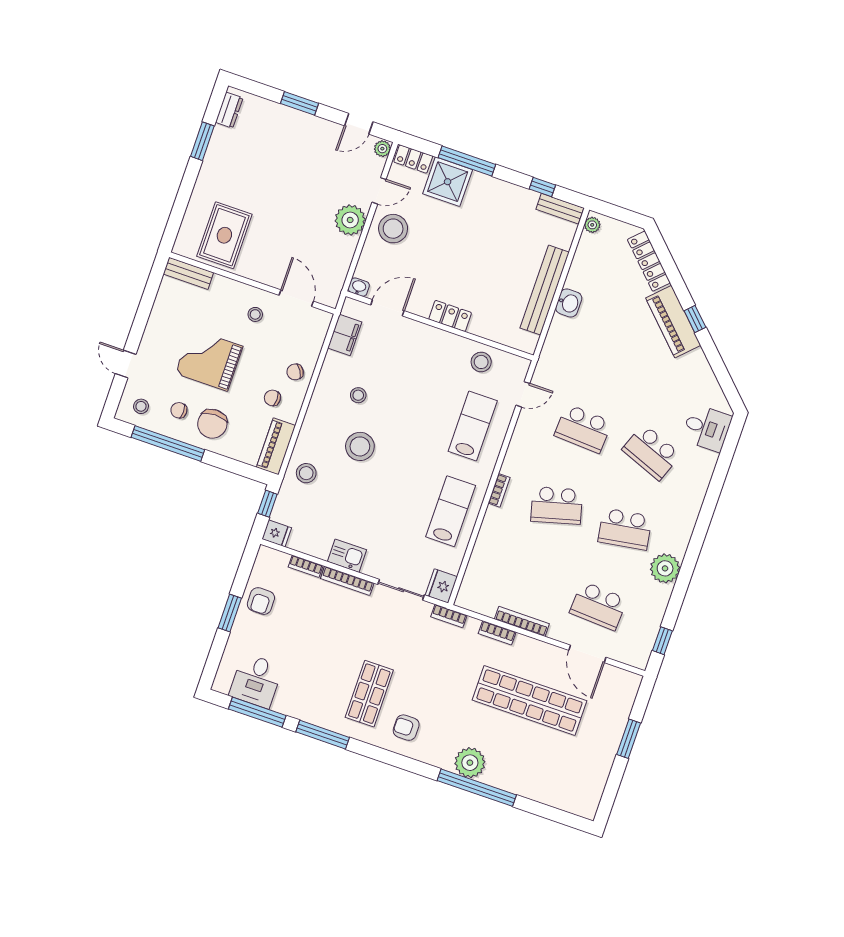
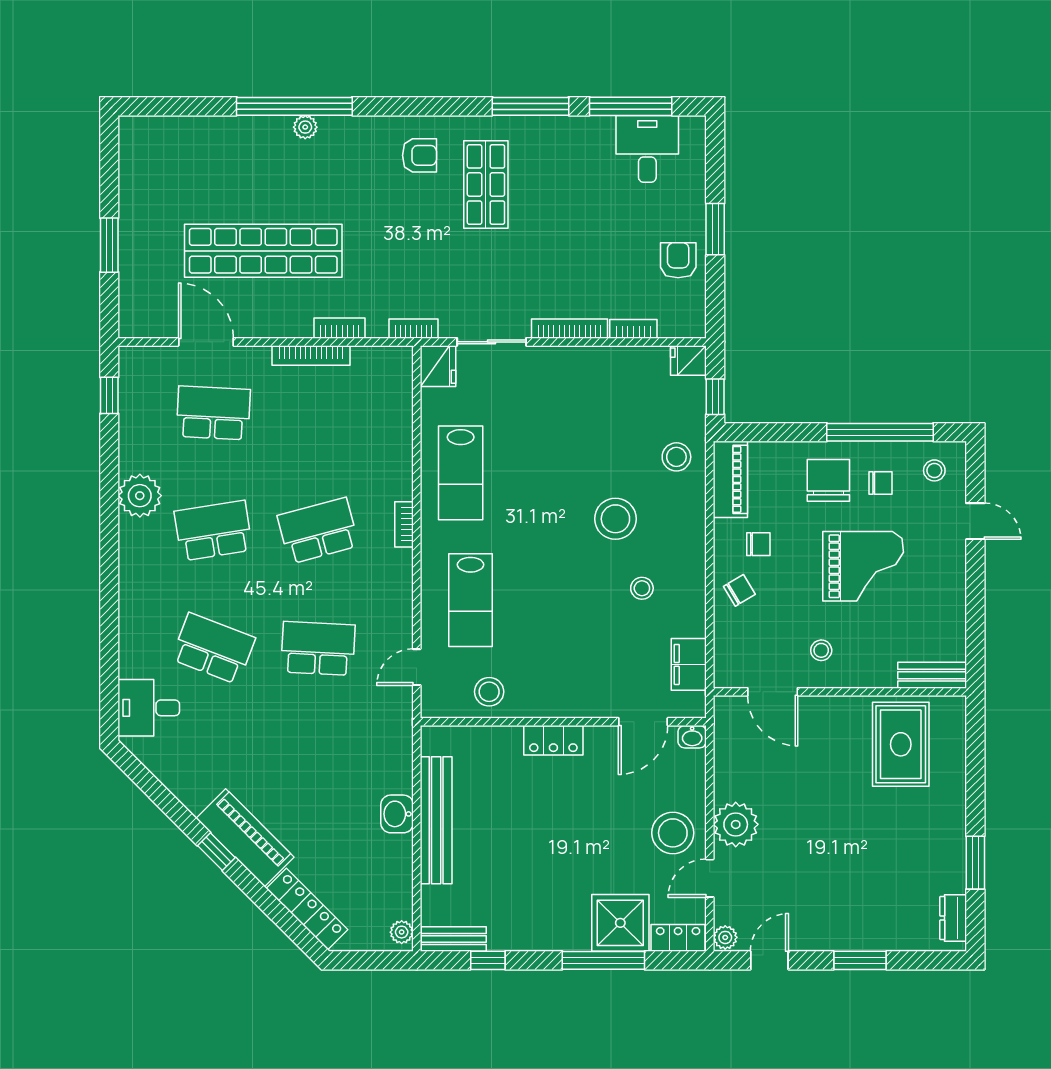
kitchen sink: (347, 556) -> (582, 363), removed
plant: (470, 763) -> (305, 127), width x0.53, depth x0.53

